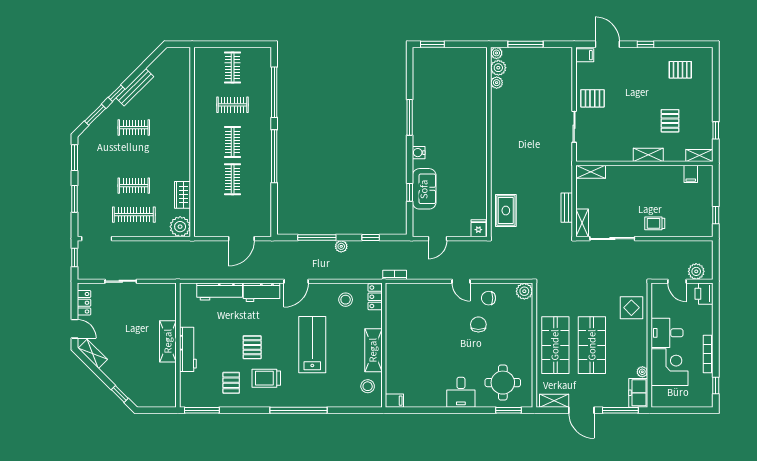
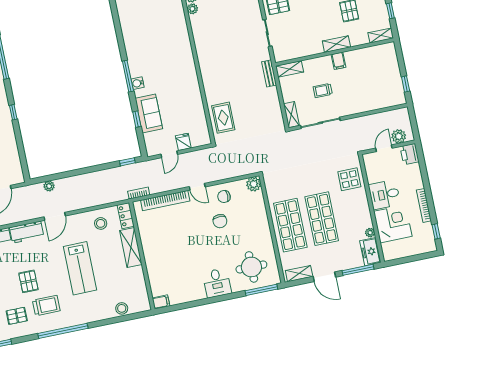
window: (410, 117) -> (128, 76), moved
window: (274, 156) -> (13, 112), width x0.32
filing cabinet: (691, 174) -> (339, 61), moved
bench: (567, 208) -> (269, 73), moved
trolley: (655, 223) -> (323, 90), moved
fridge: (478, 228) -> (183, 142), moved
window: (317, 237) -> (65, 175), removed
window: (371, 237) -> (127, 162), moved
plant: (341, 246) -> (49, 186), moved
door: (677, 281) -> (384, 148), swing flipped
bookcase: (422, 289) -> (165, 201), added
chair: (478, 324) -> (220, 221), turned 180
lab bench: (312, 345) -> (80, 268), turned 180
shelving: (373, 350) -> (131, 248), moved
trolley: (266, 378) -> (46, 306), turned 180
pallet: (231, 383) -> (17, 316), turned 90
stool: (368, 386) -> (122, 308), moved
window: (298, 410) -> (63, 331), moved
window: (509, 410) -> (261, 290), width x1.44

